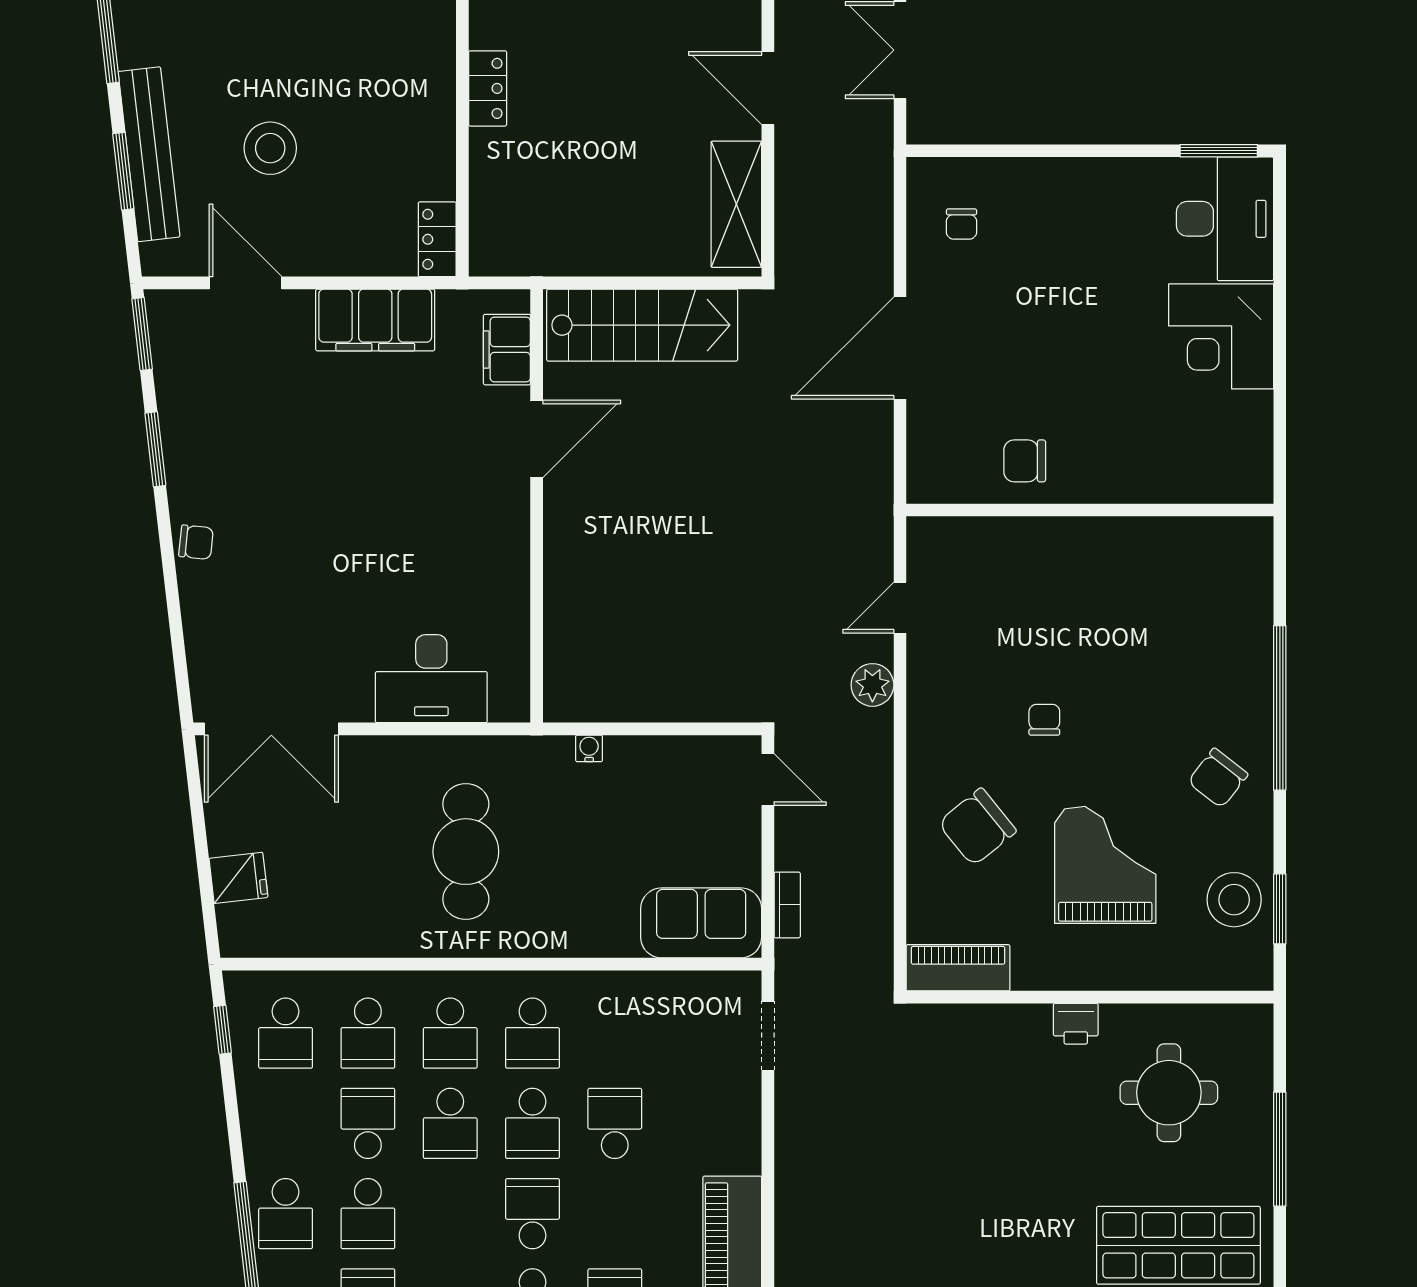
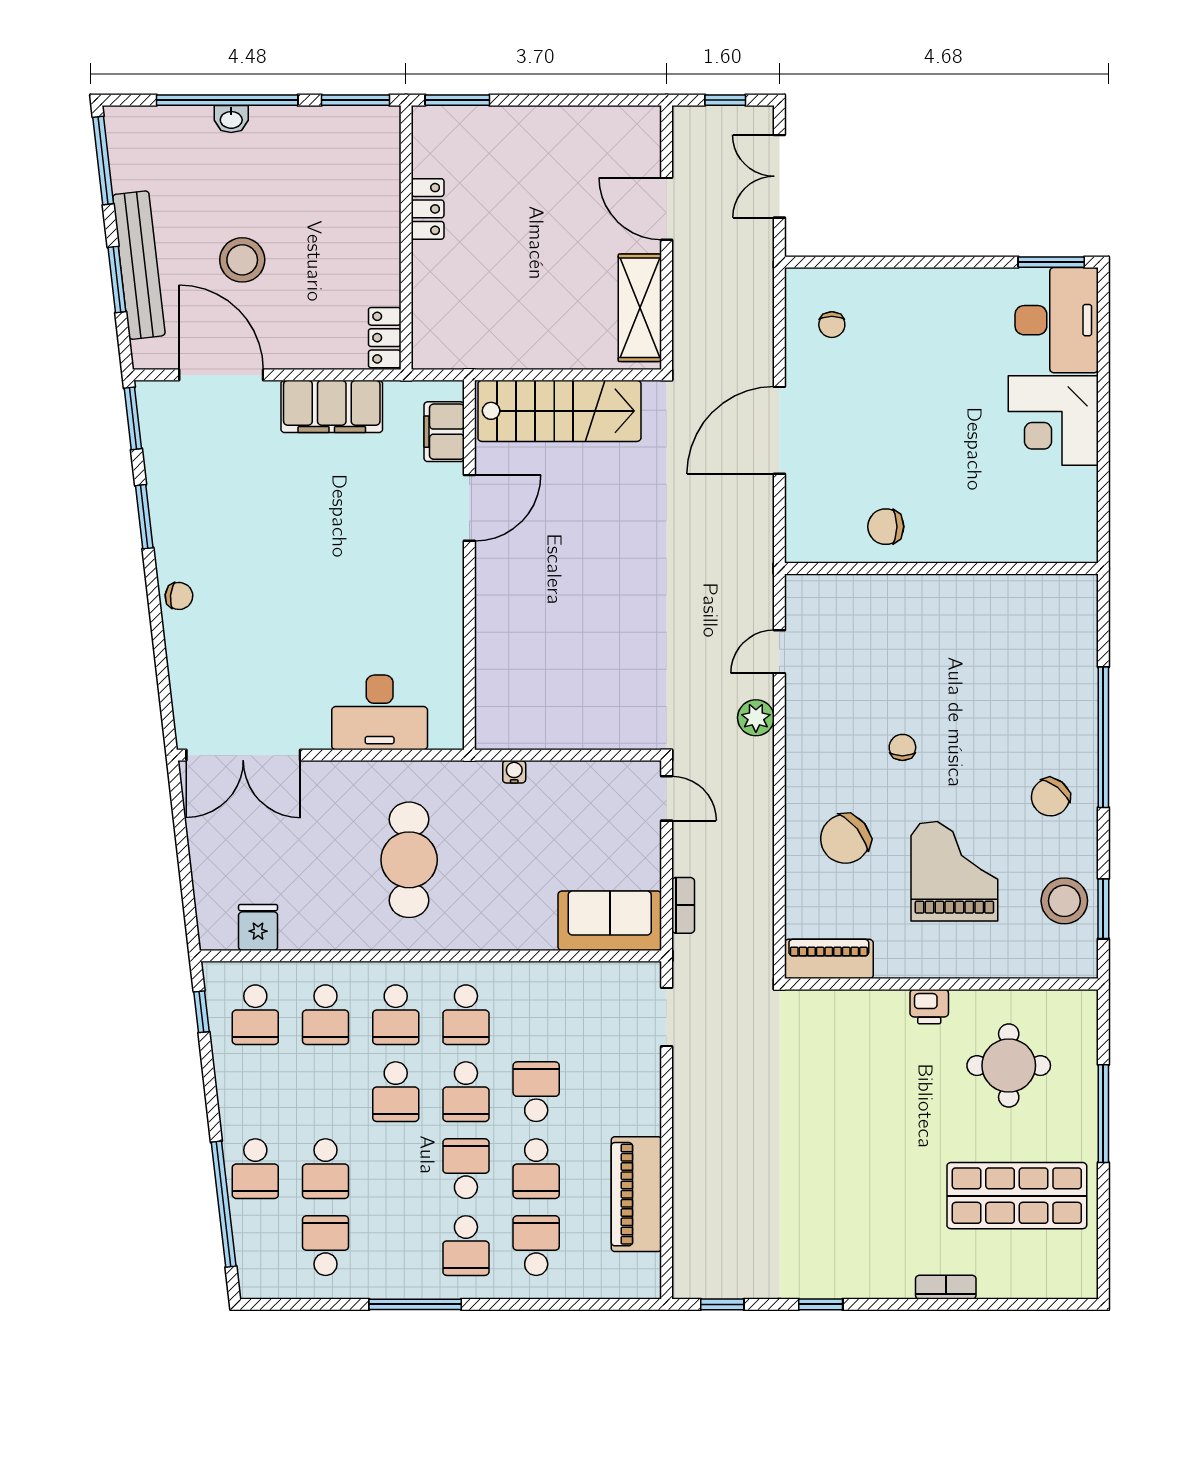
door: (245, 283) -> (221, 375), width x1.36
fridge: (238, 878) -> (258, 927), moved, turned -83
school desk: (368, 1123) -> (536, 1169), moved, turned 180

